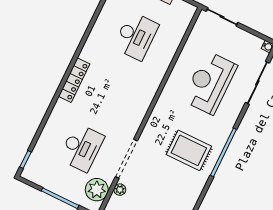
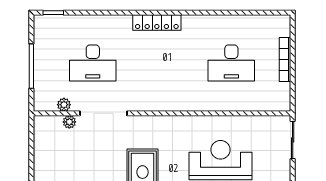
plant: (97, 190) -> (64, 105), width x0.53, depth x0.53

